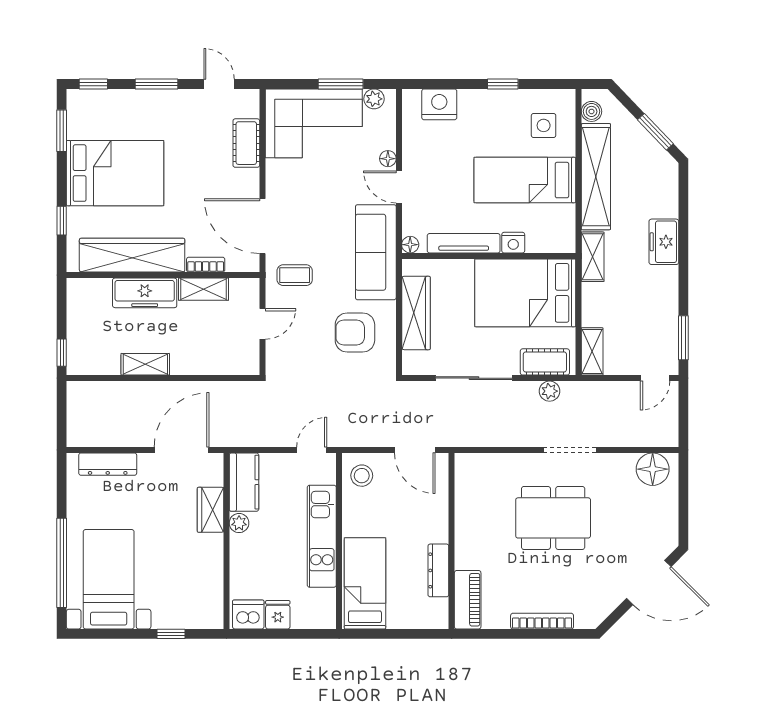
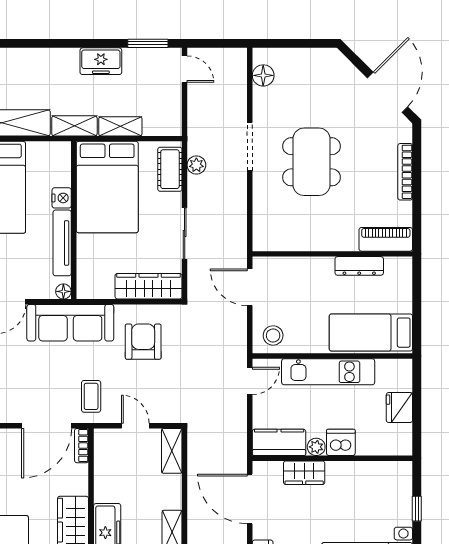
freezer: (664, 242) -> (101, 61), moved
bookcase: (206, 265) -> (82, 446), moved
shelving: (204, 289) -> (172, 451), moved
wardrobe: (416, 313) -> (149, 286), moved
armchair: (355, 332) -> (143, 342), turned 180
shelving: (592, 351) -> (120, 126), moved
sliding door: (474, 378) -> (185, 233), width x0.73
door: (312, 450) -> (250, 381), swing flipped
door: (415, 450) -> (250, 287), swing flipped
floor lamp: (653, 469) -> (263, 75), width x0.73, depth x0.73
door: (649, 582) -> (388, 92), moved
dishwasher: (248, 615) -> (341, 442), moved, turned 90
fridge: (278, 615) -> (399, 408), width x1.38

